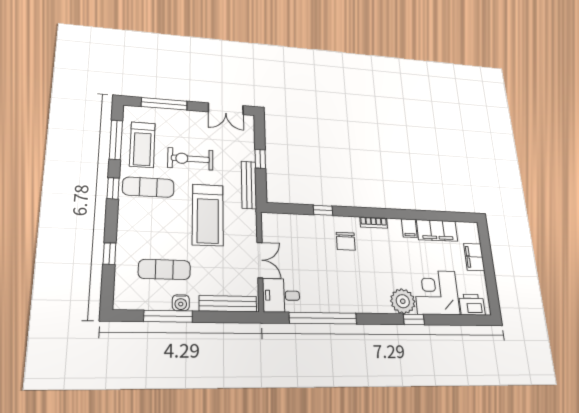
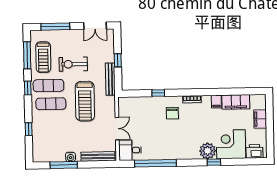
exercise mat: (164, 269) -> (51, 104), moved

